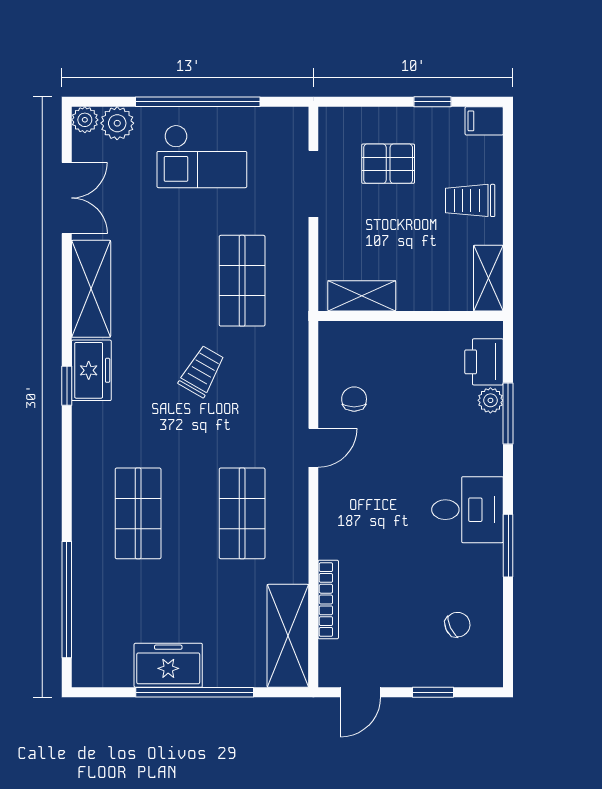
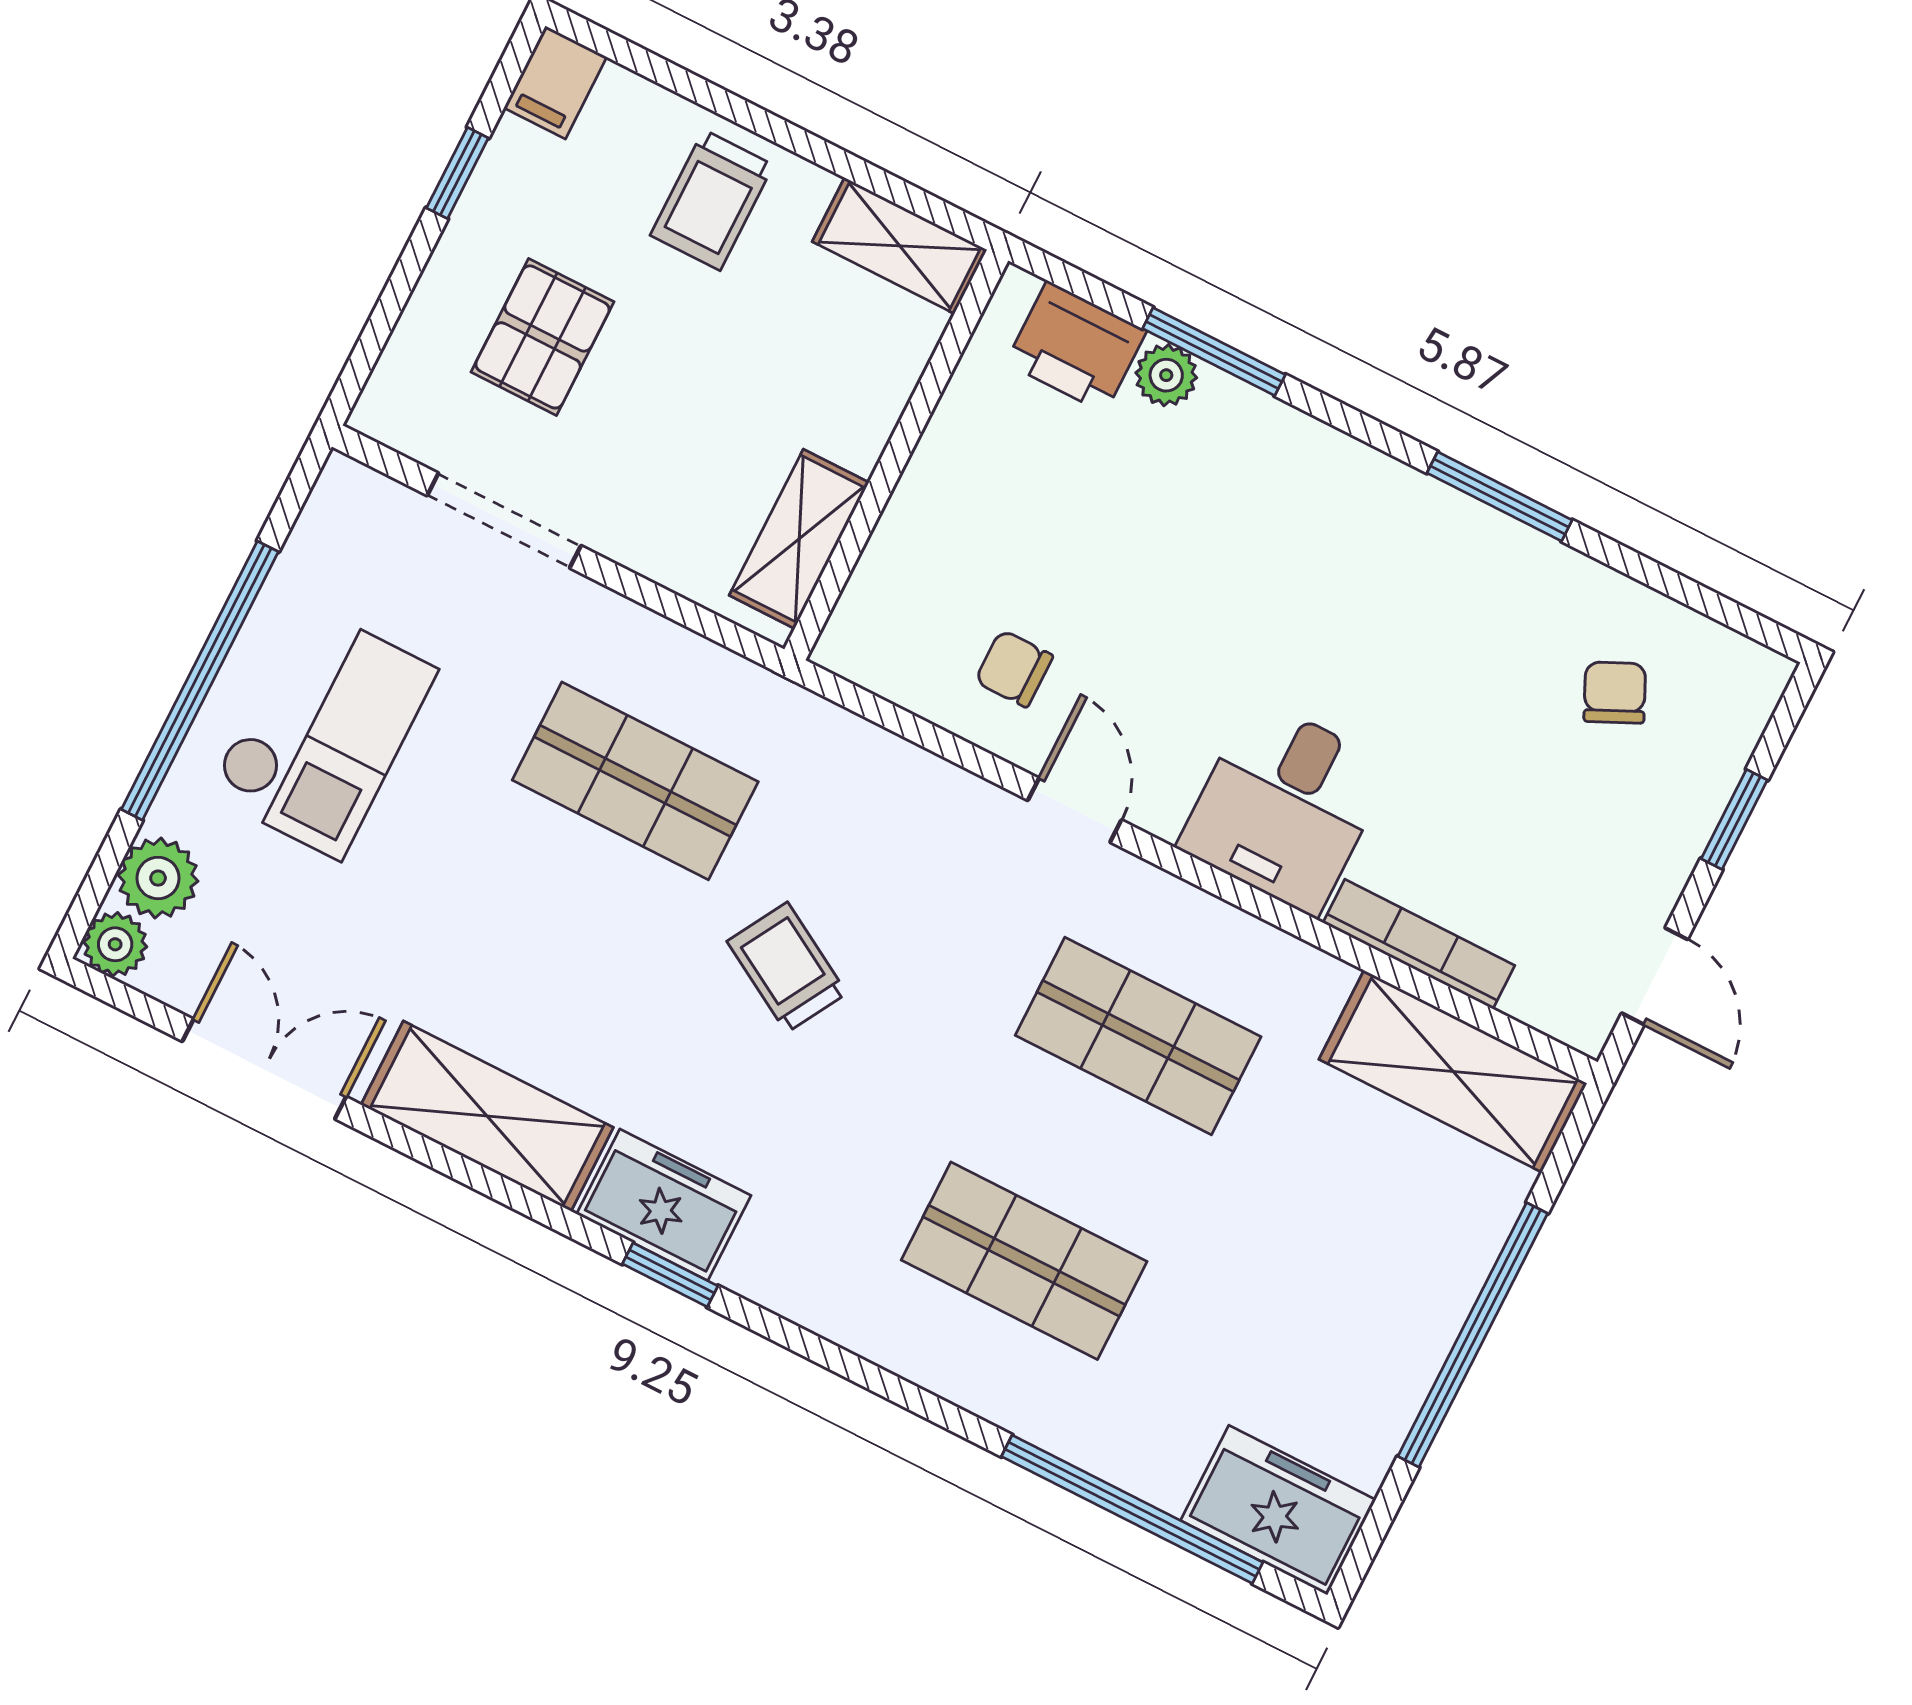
desk: (467, 510) -> (1285, 806), moved, turned 180
freezer: (168, 665) -> (1278, 1510), moved, turned 90

